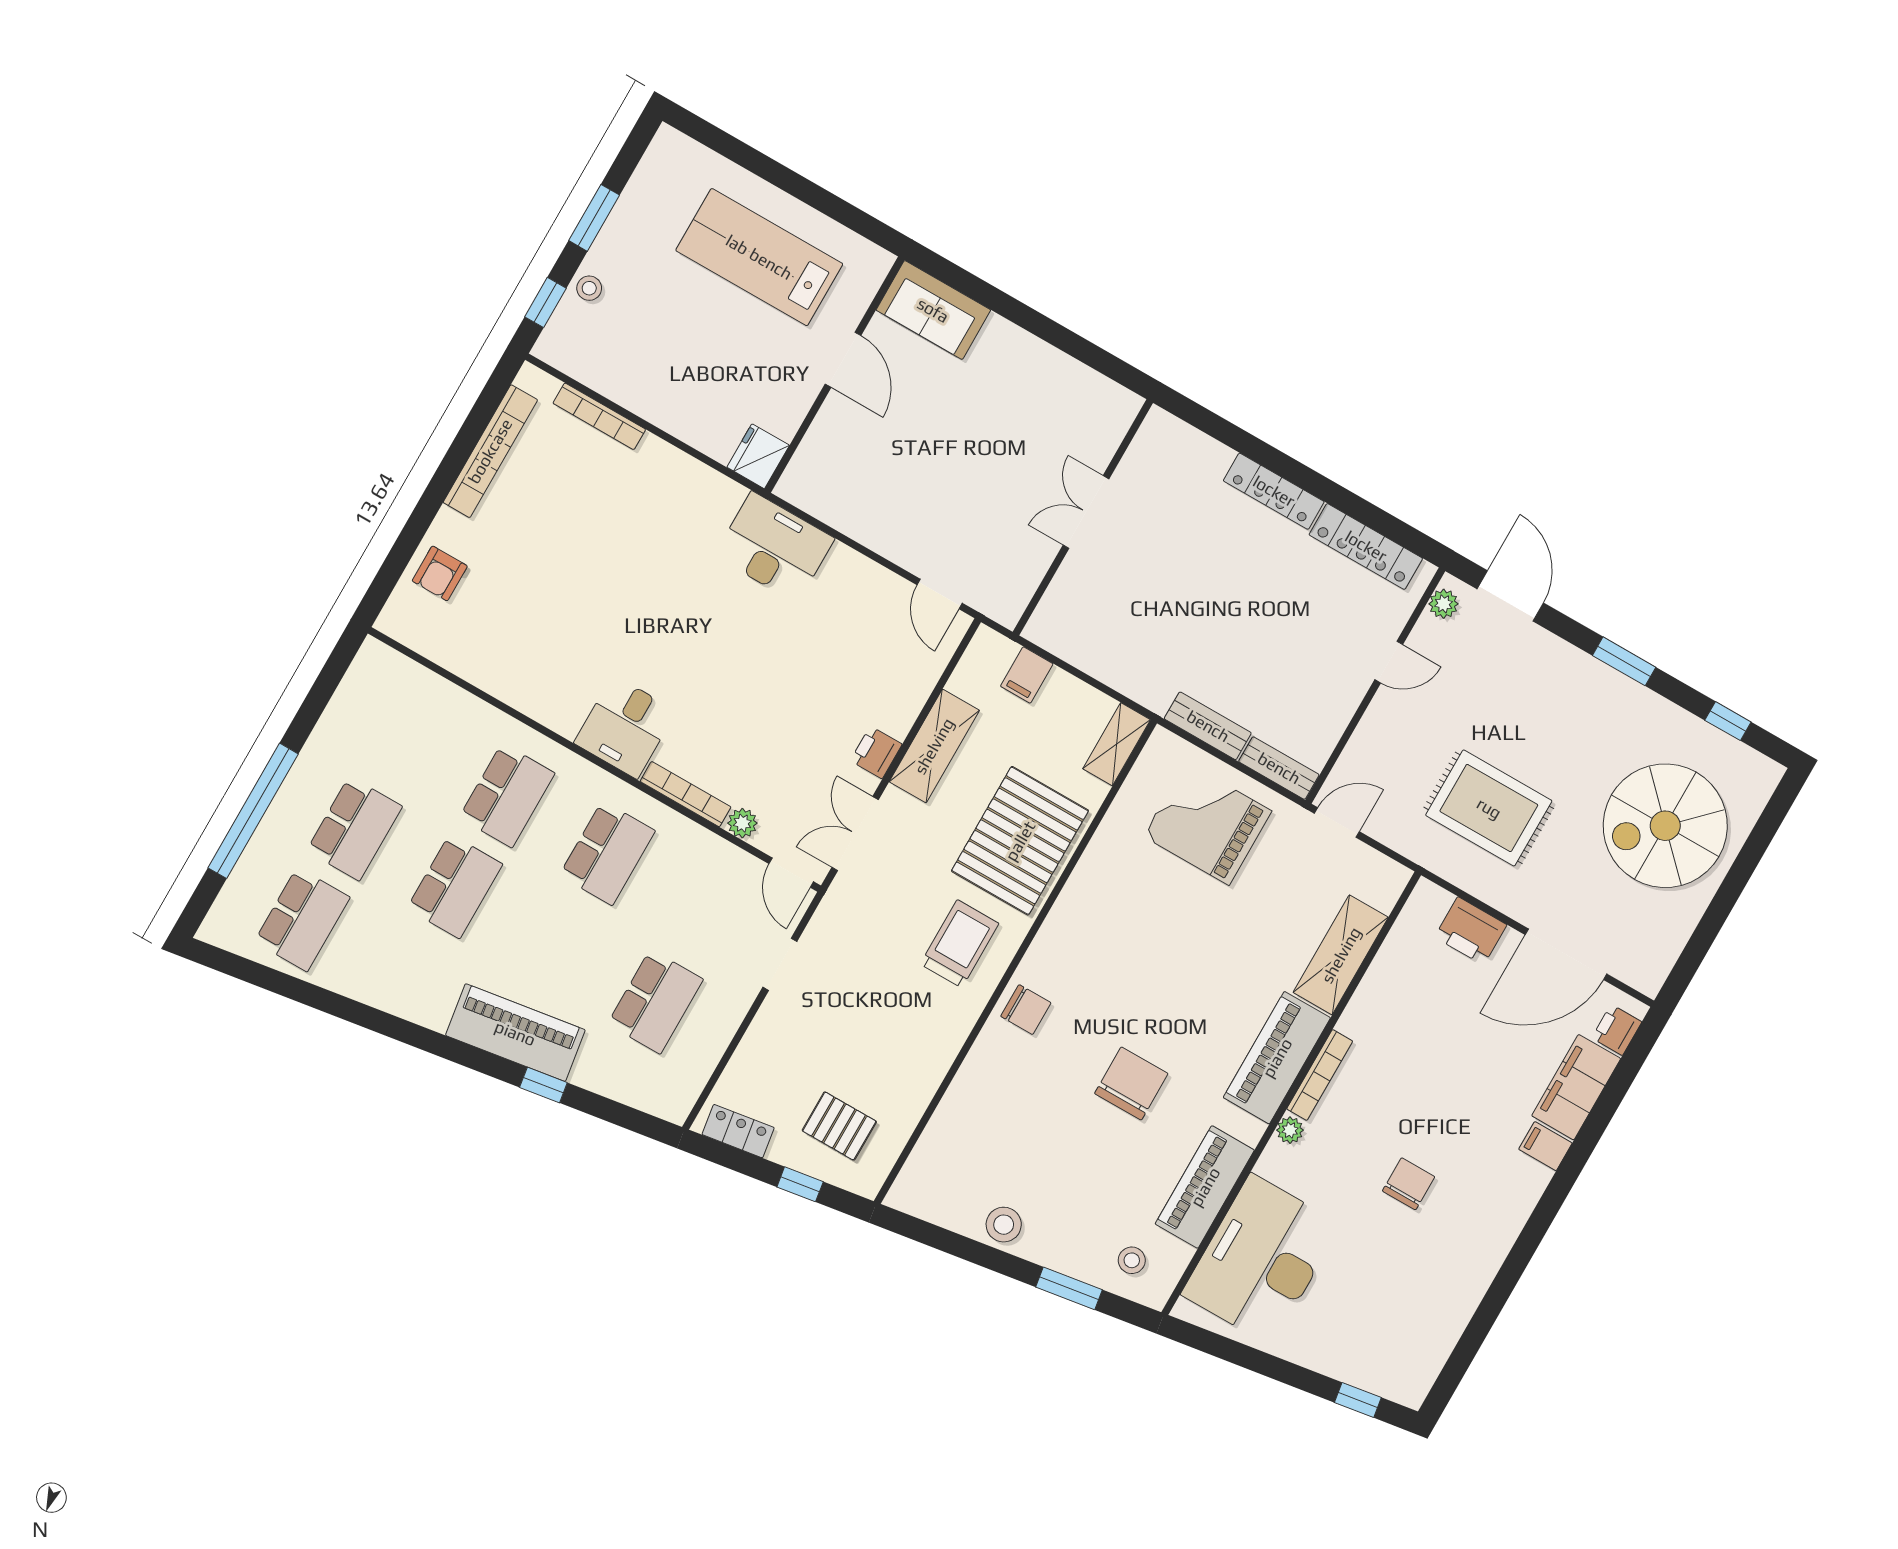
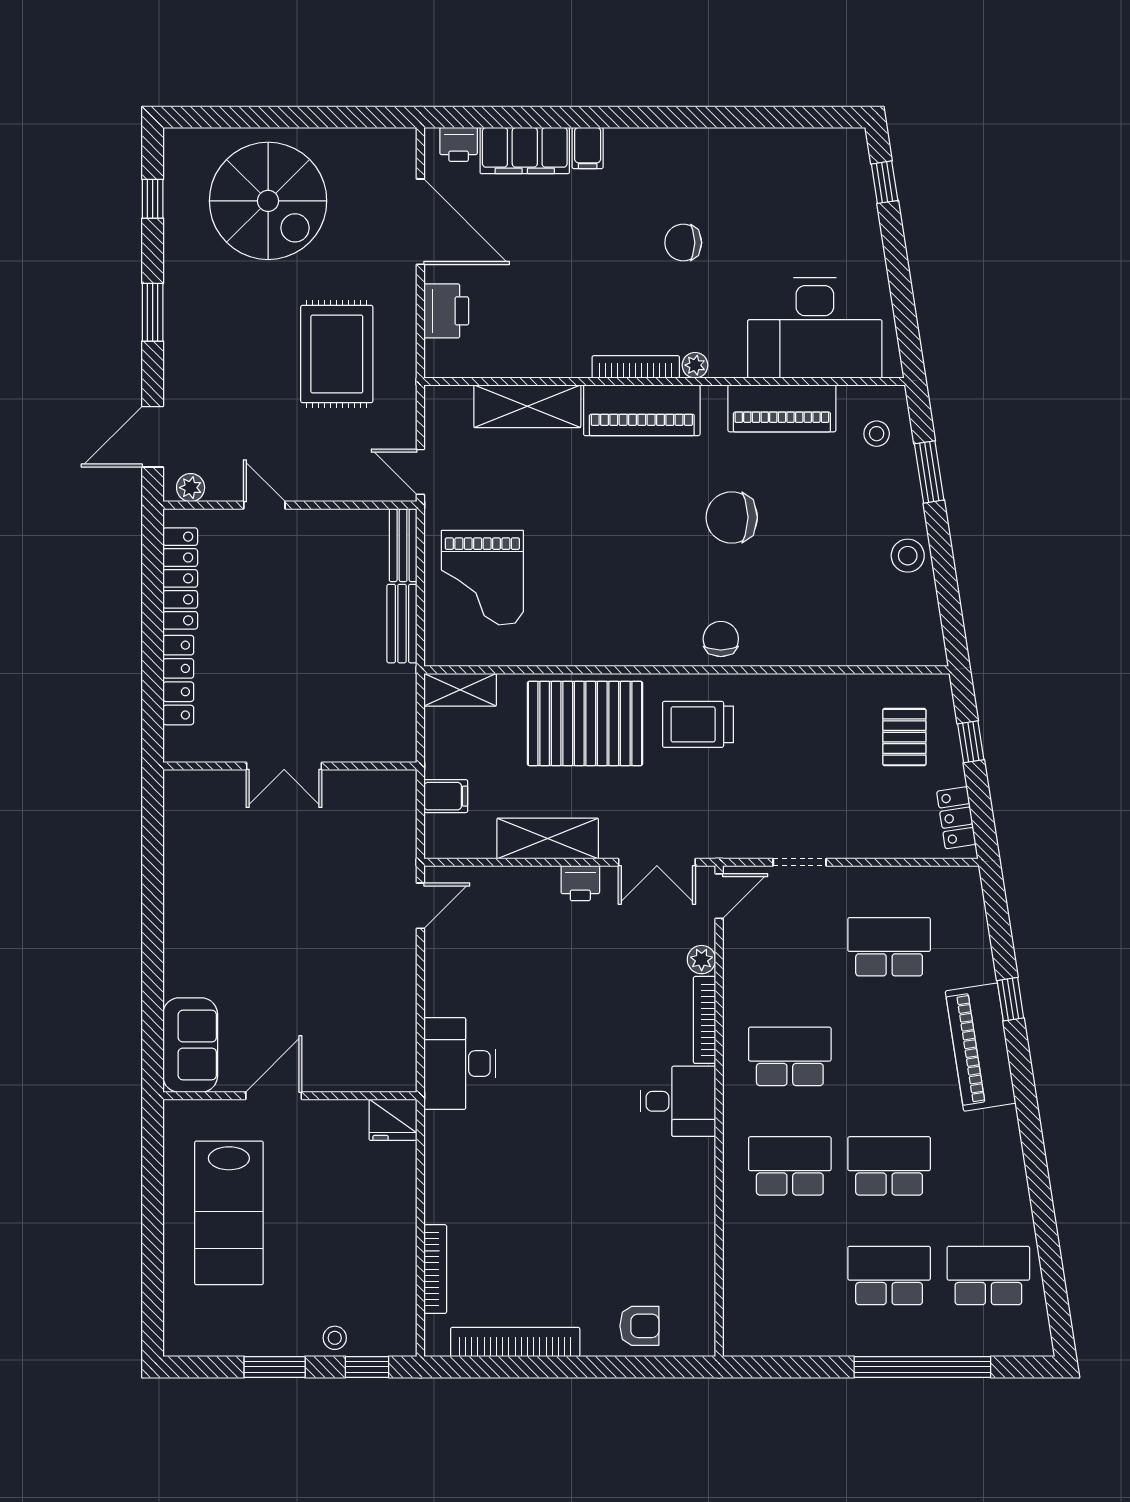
double door: (1086, 512) -> (284, 766), moved
wall: (1083, 517) -> (290, 766), moved

